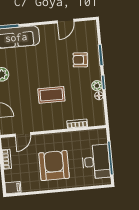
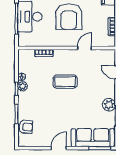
door: (66, 21) -> (59, 148), moved
armchair: (80, 60) -> (26, 127), moved
door: (23, 134) -> (85, 48), moved

